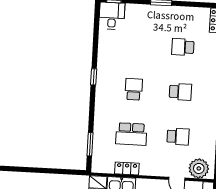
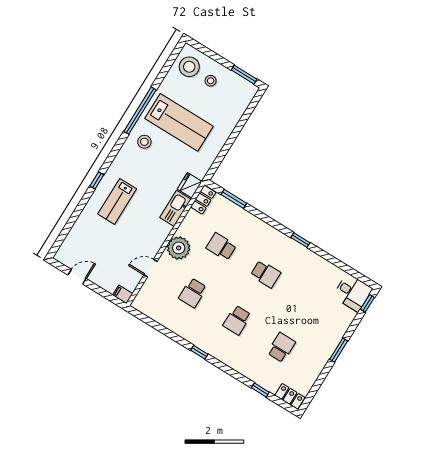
school desk: (131, 134) -> (221, 247), width x0.54
locker: (127, 168) -> (203, 200), moved
plant: (199, 168) -> (179, 248), moved

